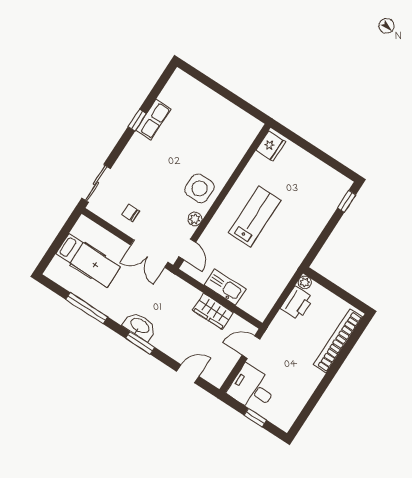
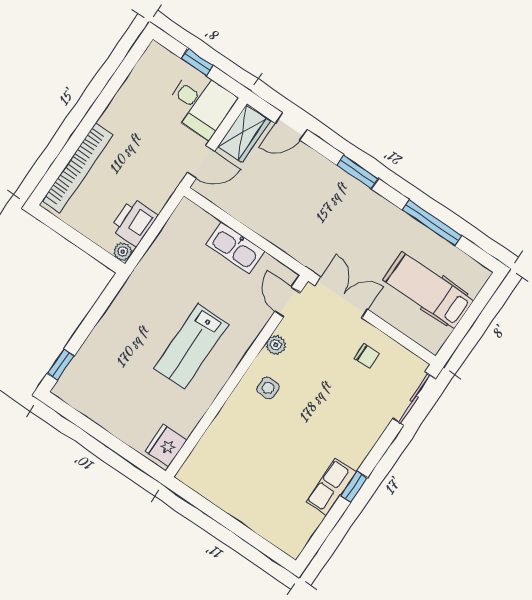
side table: (200, 188) -> (268, 388), width x0.54, depth x0.54
wardrobe: (213, 311) -> (244, 134), moved, turned 90
washbasin: (140, 326) -> (358, 195), removed

